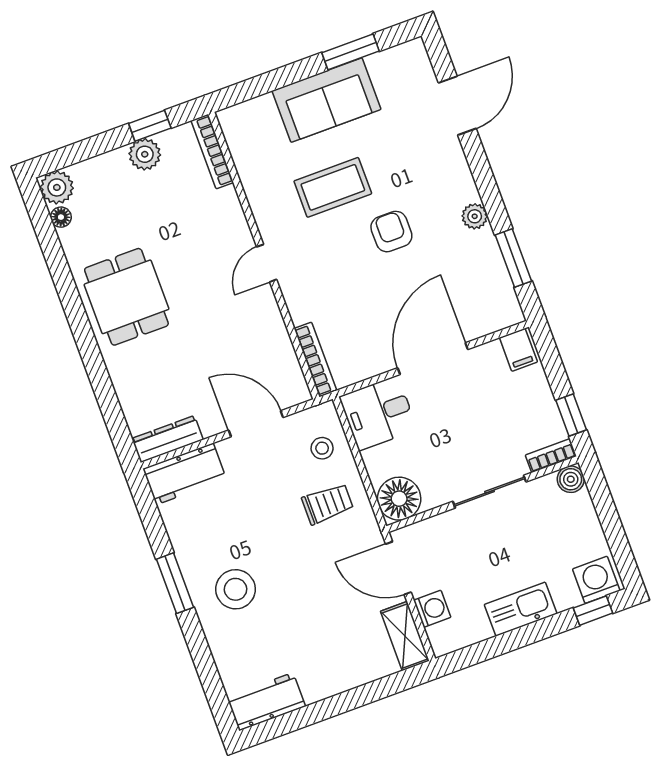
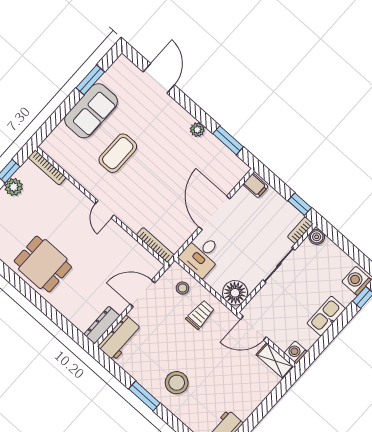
armchair: (391, 232) -> (159, 160), removed
washing machine: (432, 609) -> (296, 352), moved, turned -90

